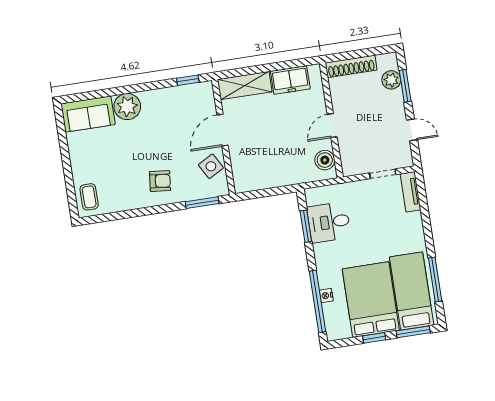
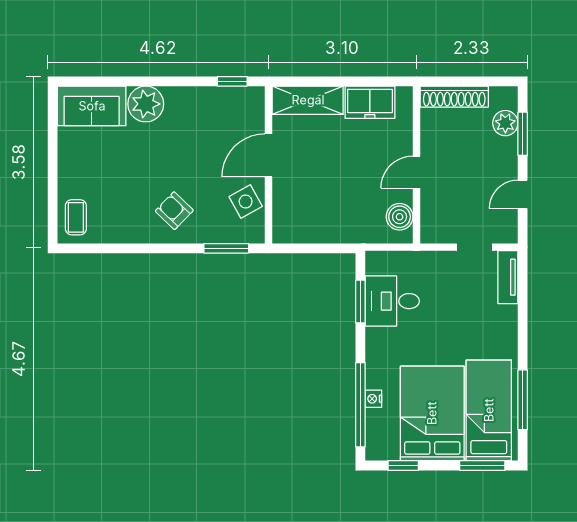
door: (412, 130) -> (523, 194), swing flipped
armchair: (160, 181) -> (174, 211), turned -142
window: (374, 338) -> (403, 466), moved

